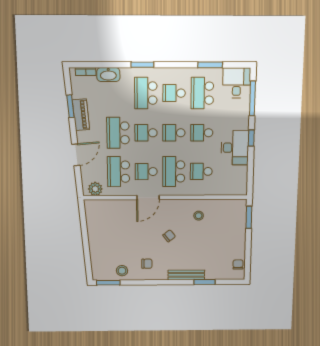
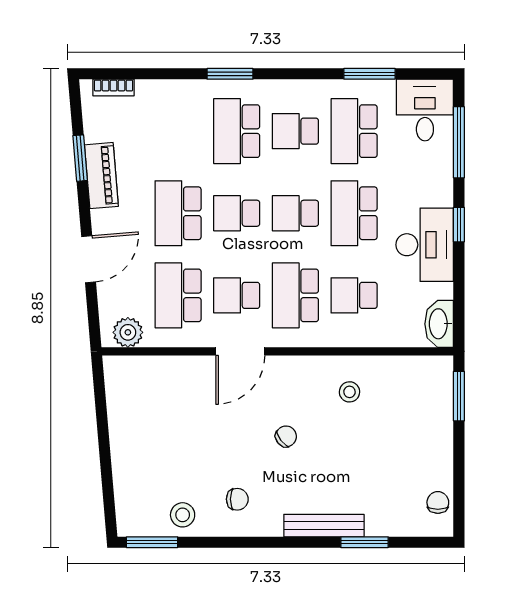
washbasin: (108, 75) -> (439, 324), moved, turned 90
school desk: (202, 133) -> (354, 213), width x1.85

